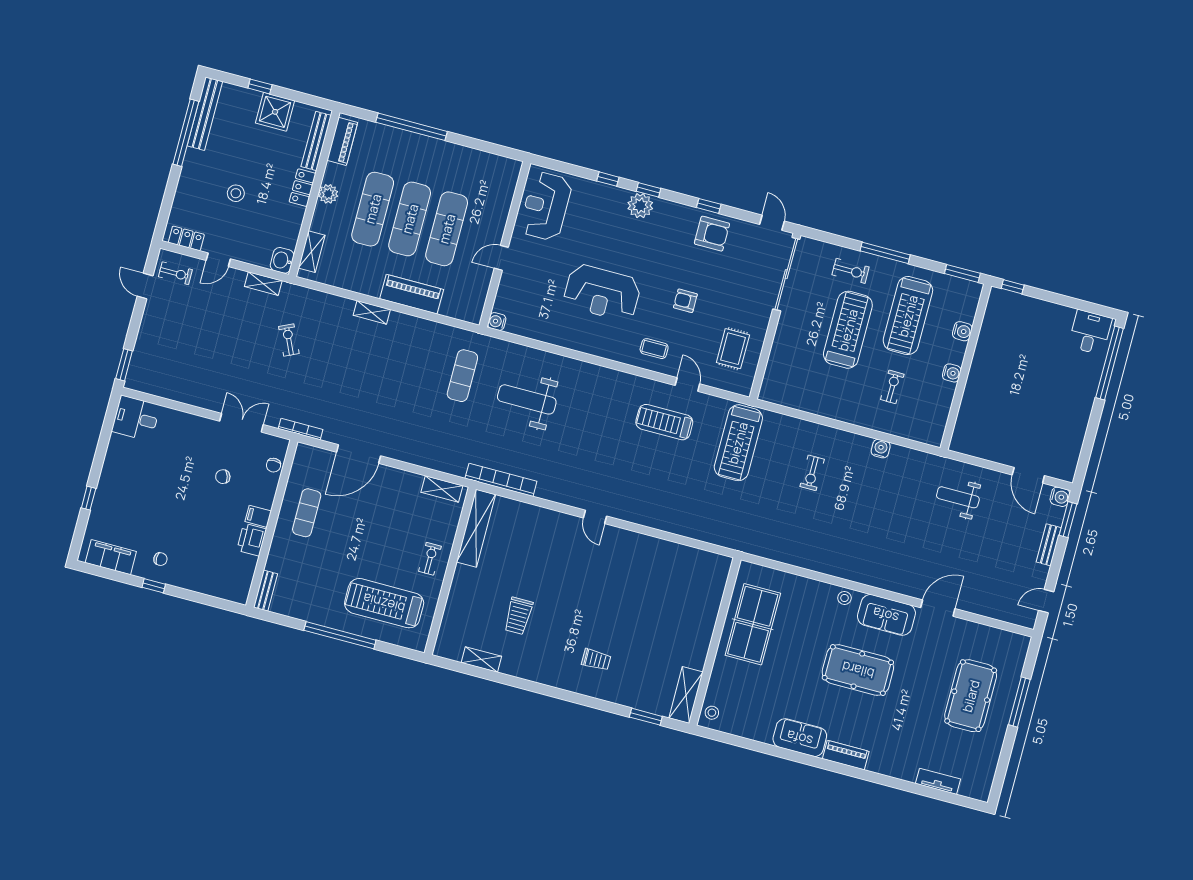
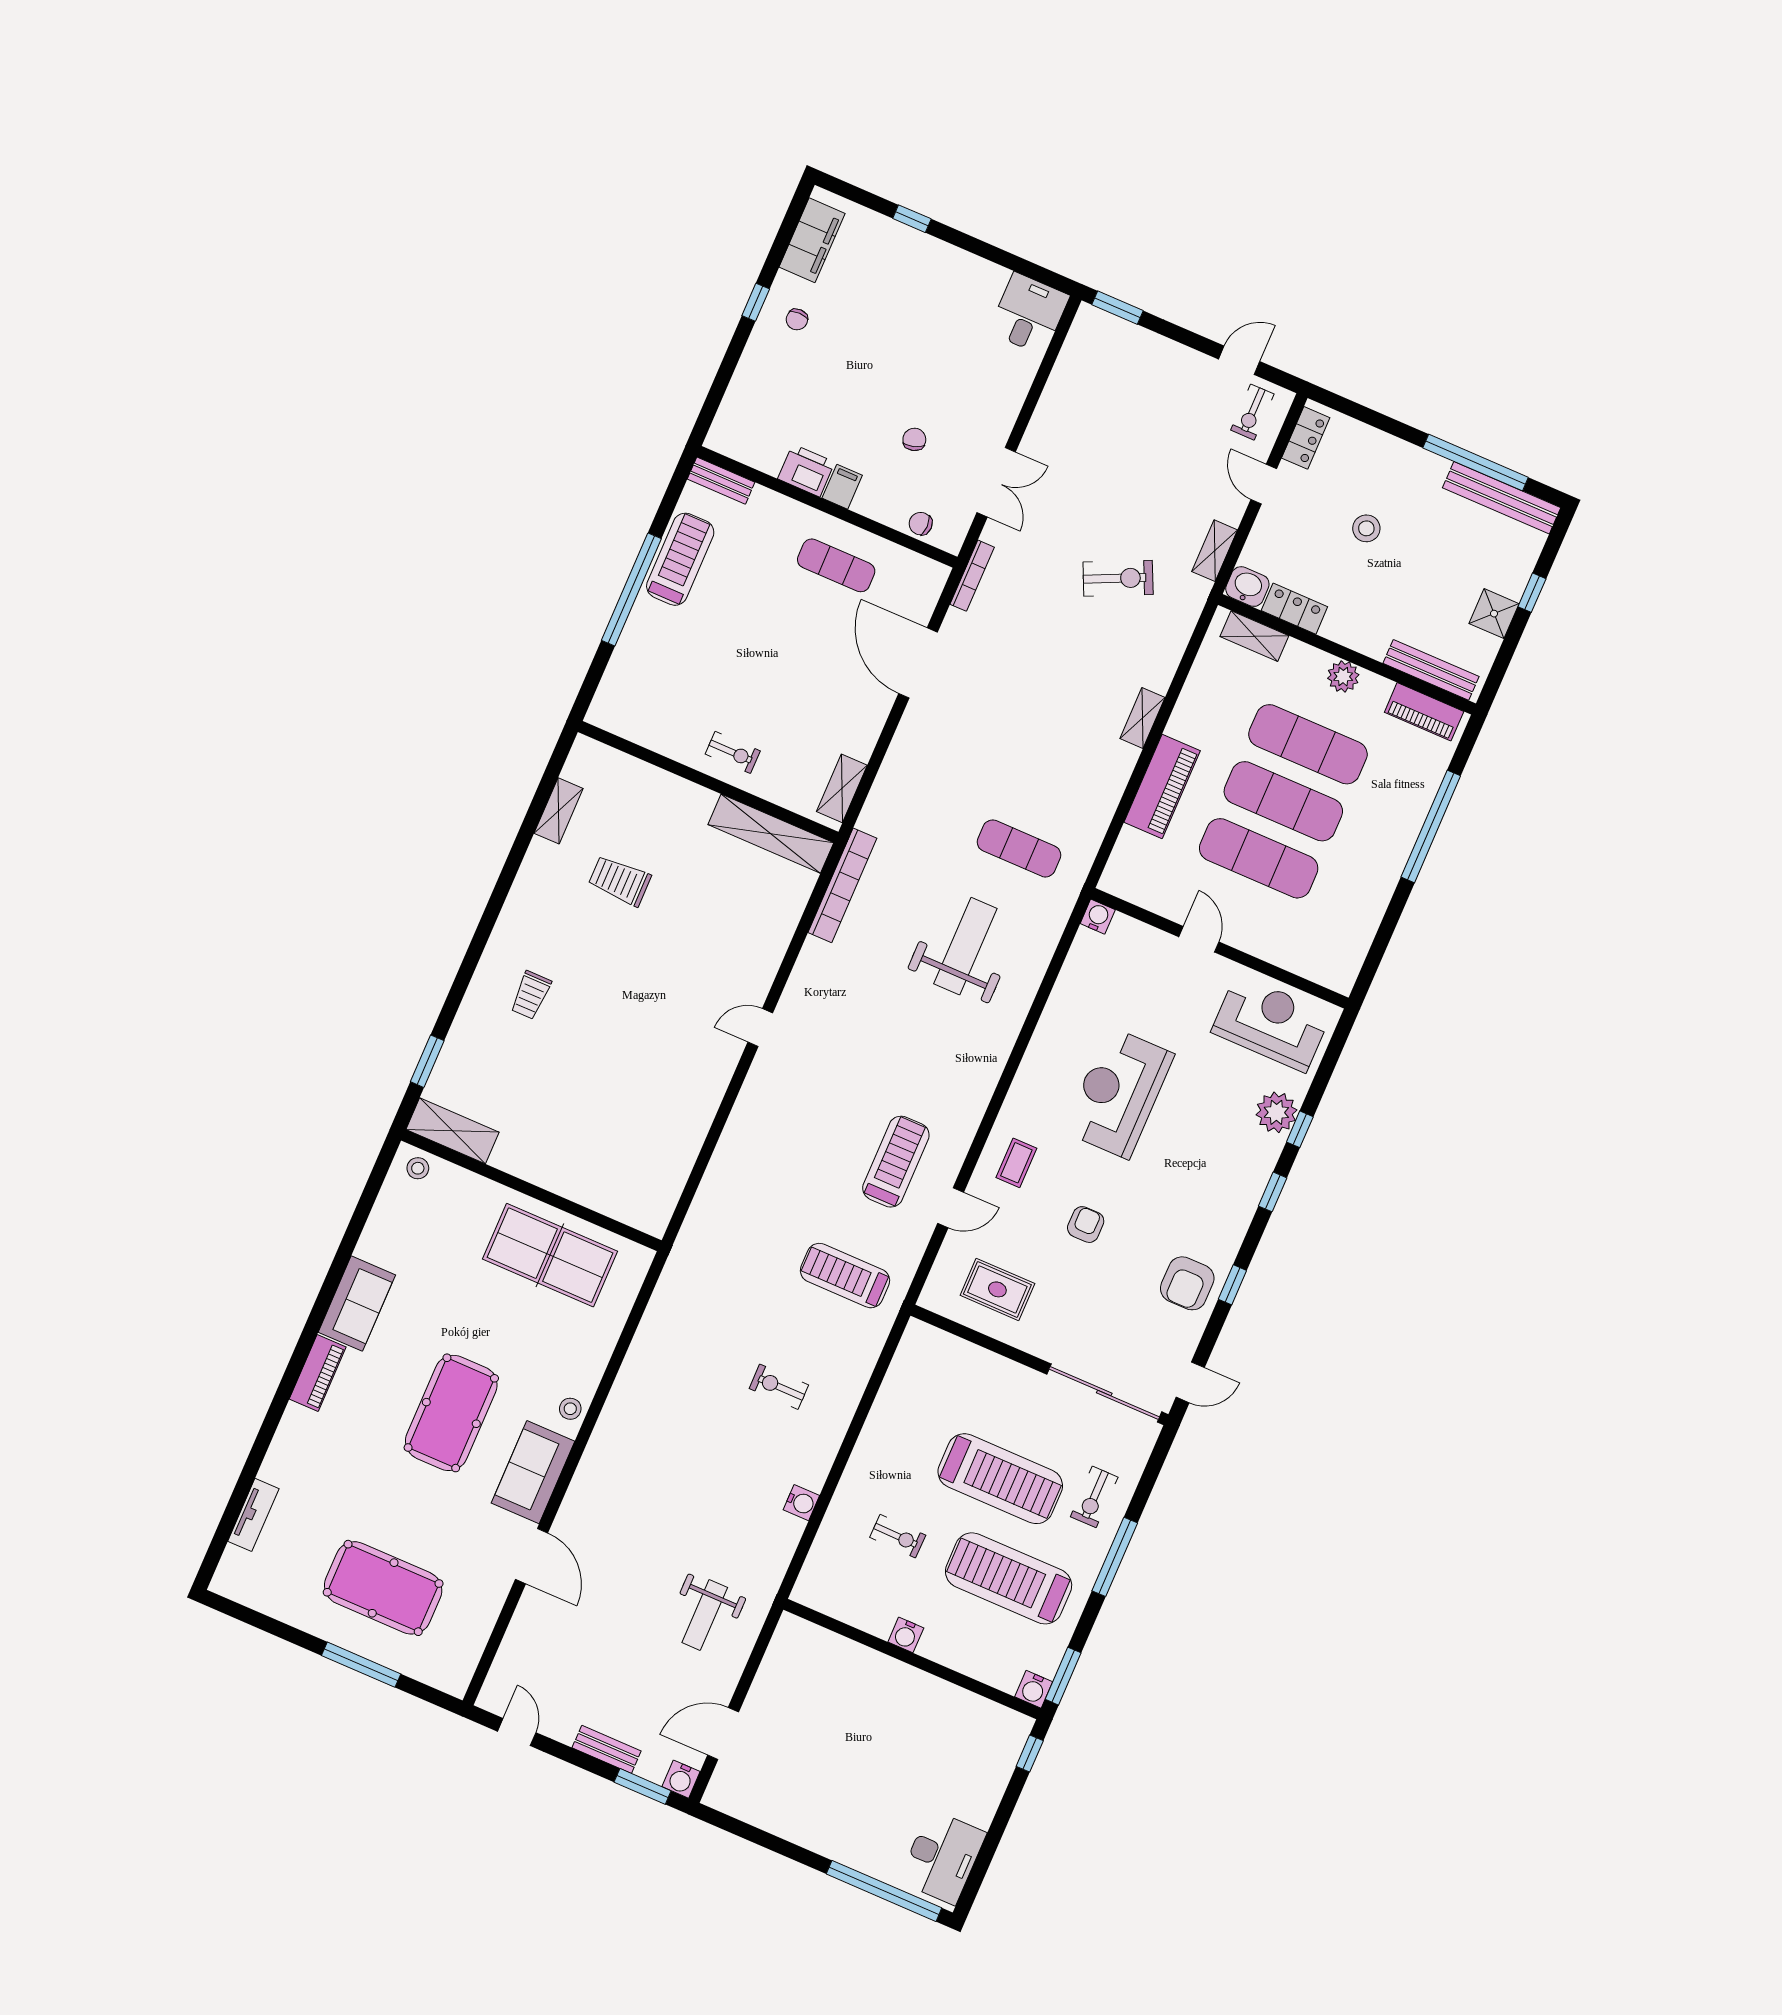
shower: (275, 112) -> (1494, 614), width x0.73, depth x0.73
locker: (302, 188) -> (1294, 609), moved
plant: (640, 206) -> (1276, 1112), moved
water cooler: (962, 331) -> (1034, 1689), moved
desk: (1090, 332) -> (942, 1857), width x1.37
exercise bike: (289, 340) -> (1118, 578), width x1.38, depth x1.39
treadmill: (738, 443) -> (845, 1276), width x0.73, depth x0.73
weight bench: (958, 497) -> (705, 1615), turned 180
treadmill: (384, 603) -> (680, 559), moved, width x0.73, depth x0.73

